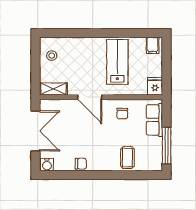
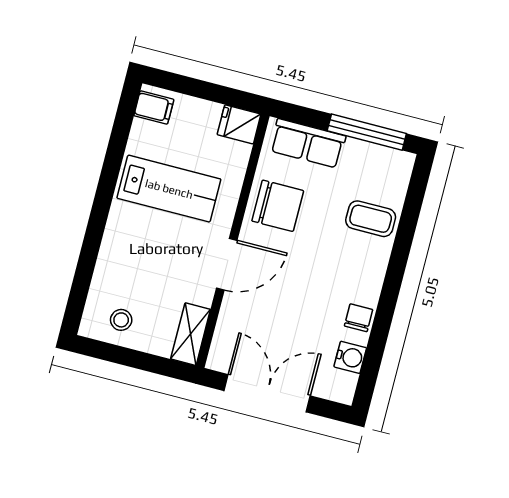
lab bench: (117, 62) -> (169, 189), turned 180
chair: (122, 114) -> (278, 206), width x1.87, depth x1.87
water cooler: (47, 165) -> (350, 357), moved

